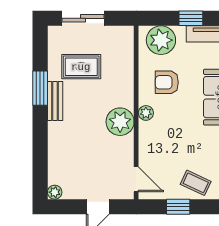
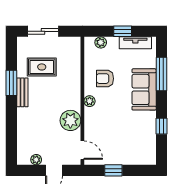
plant: (161, 40) -> (101, 42), width x0.53, depth x0.53
plant: (120, 122) -> (70, 120), moved
coffee table: (196, 183) -> (126, 153), removed
plant: (55, 192) -> (36, 160), moved

